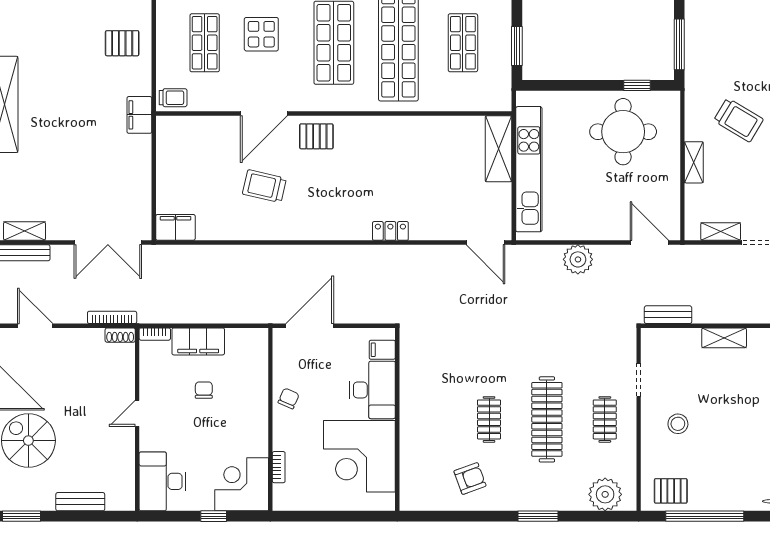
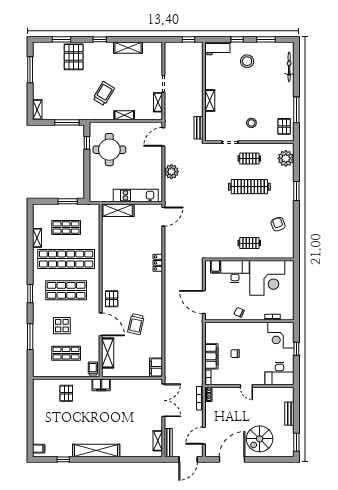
shelving: (205, 128) -> (108, 353), added
kitchen unit: (529, 169) -> (136, 195), width x0.73
clothes rail: (489, 419) -> (249, 243), moved
window: (705, 516) -> (296, 110), width x0.68

